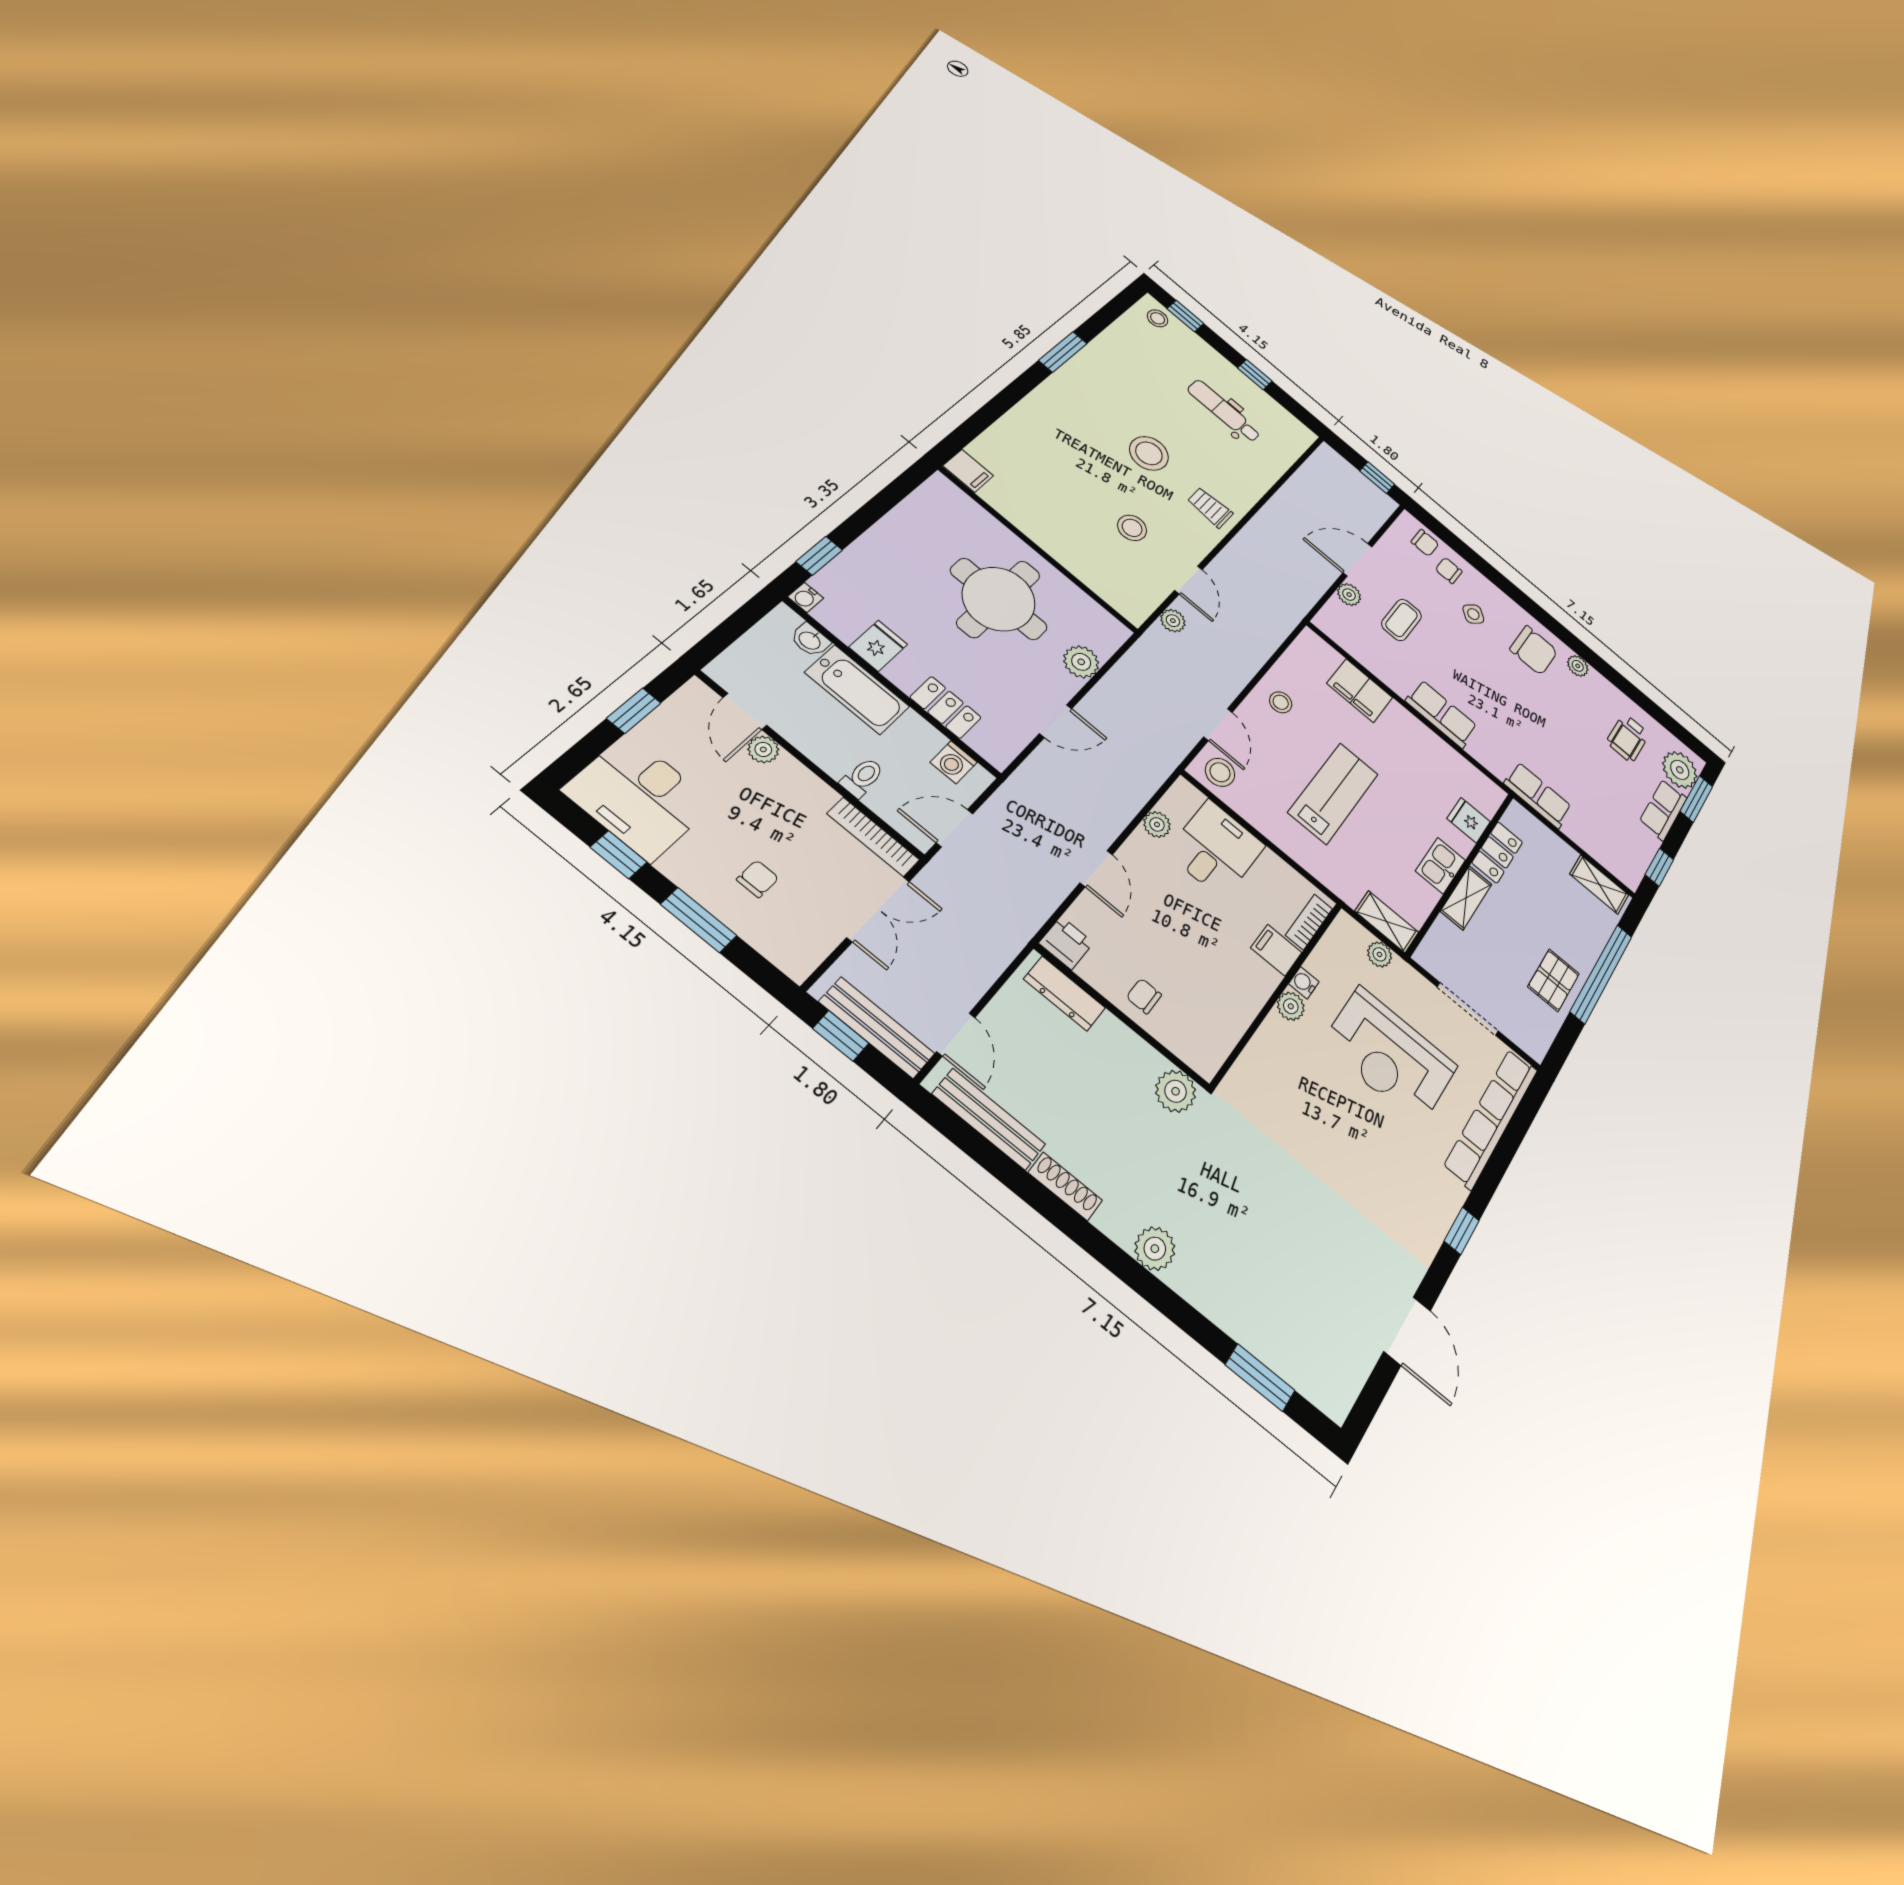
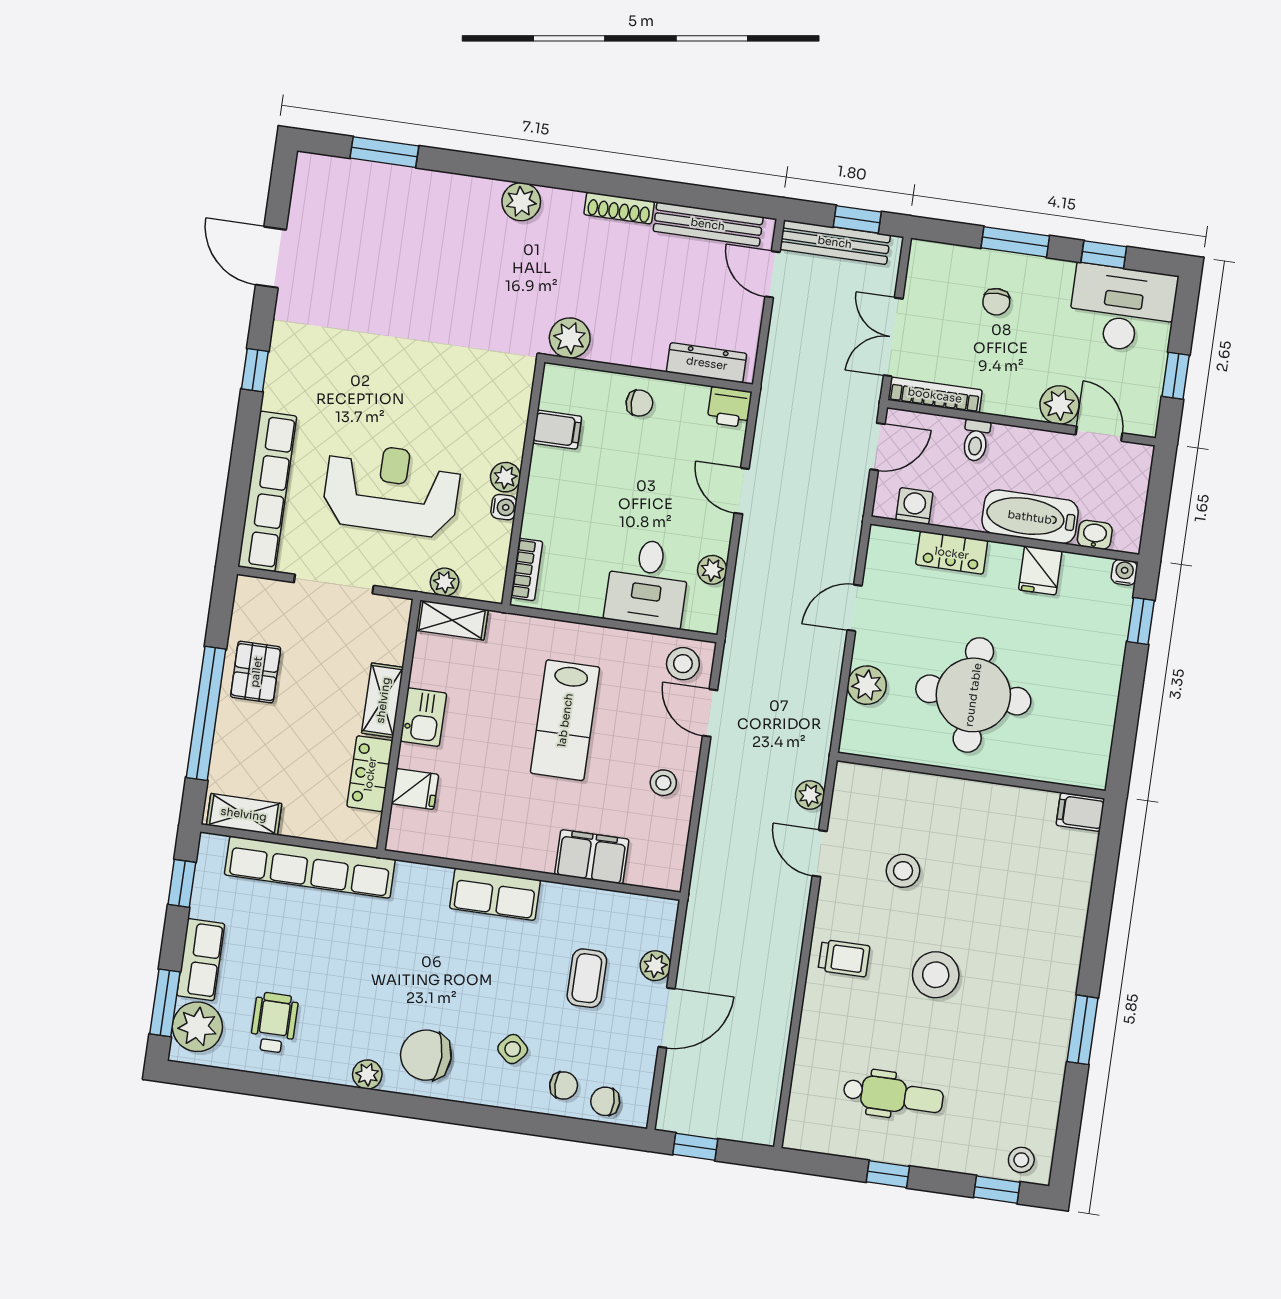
plant: (763, 749) -> (1059, 405), width x1.38, depth x1.38
row of seats: (1538, 795) -> (310, 867), width x2.02
filing cabinet: (1276, 950) -> (557, 430), moved

